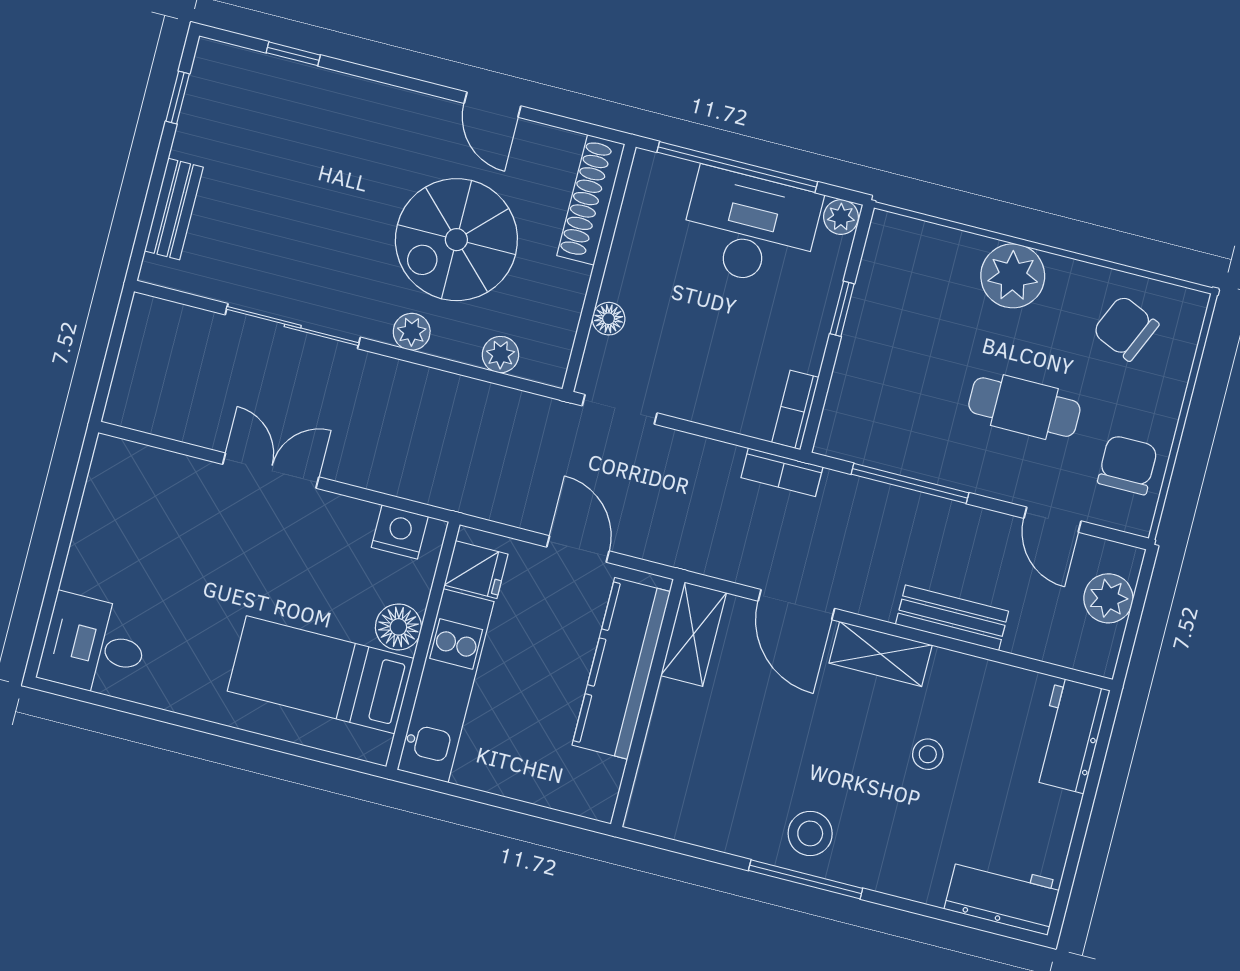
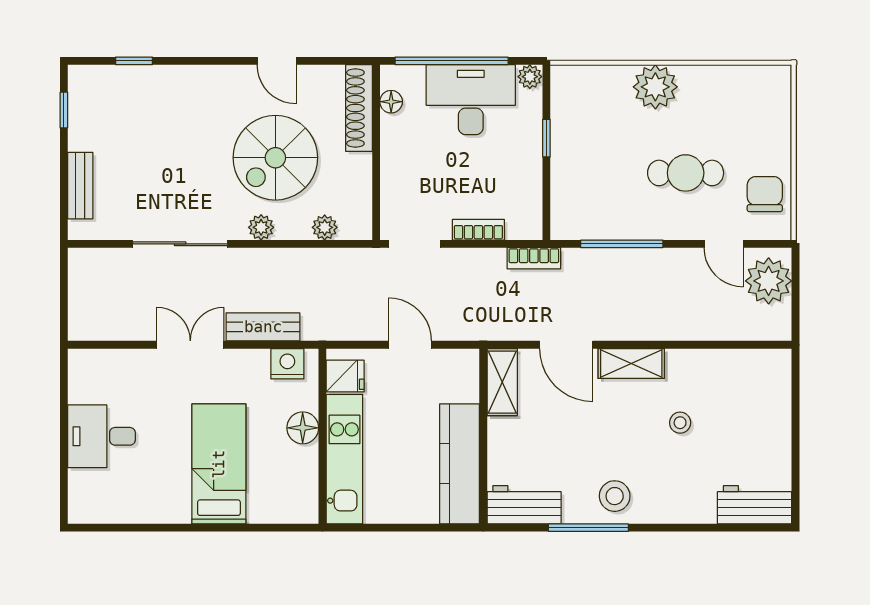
floor lamp: (609, 319) -> (391, 102), moved
chair: (1126, 328) -> (740, 103), removed
bookcase: (795, 410) -> (478, 230), moved, turned 90
plant: (1108, 598) -> (769, 281), width x1.36, depth x1.36
bench: (952, 618) -> (263, 327), moved
desk: (94, 646) -> (101, 436), moved
kitchen counter: (621, 668) -> (460, 464), moved
bed: (321, 675) -> (219, 464), moved, turned 90
workbench: (1070, 735) -> (524, 505), moved, turned 90
window: (806, 879) -> (588, 528), moved

